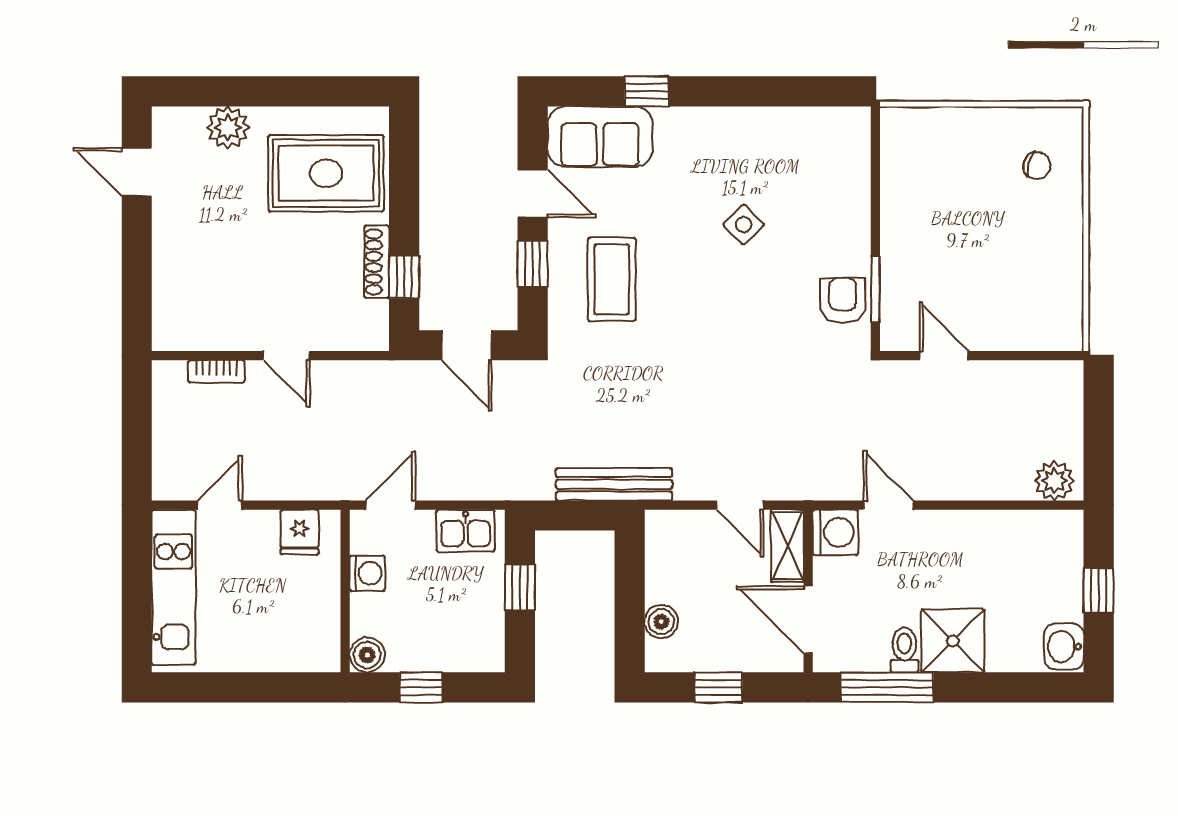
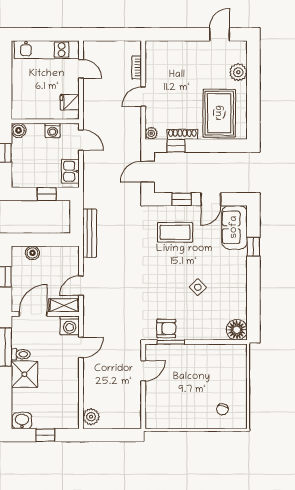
floor lamp: (846, 131) -> (237, 330), added
plant: (374, 336) -> (151, 133), added

